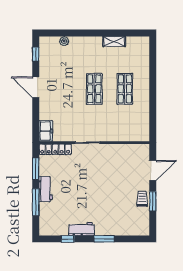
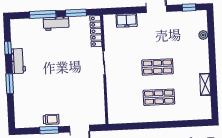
freezer: (46, 131) -> (127, 20), moved

